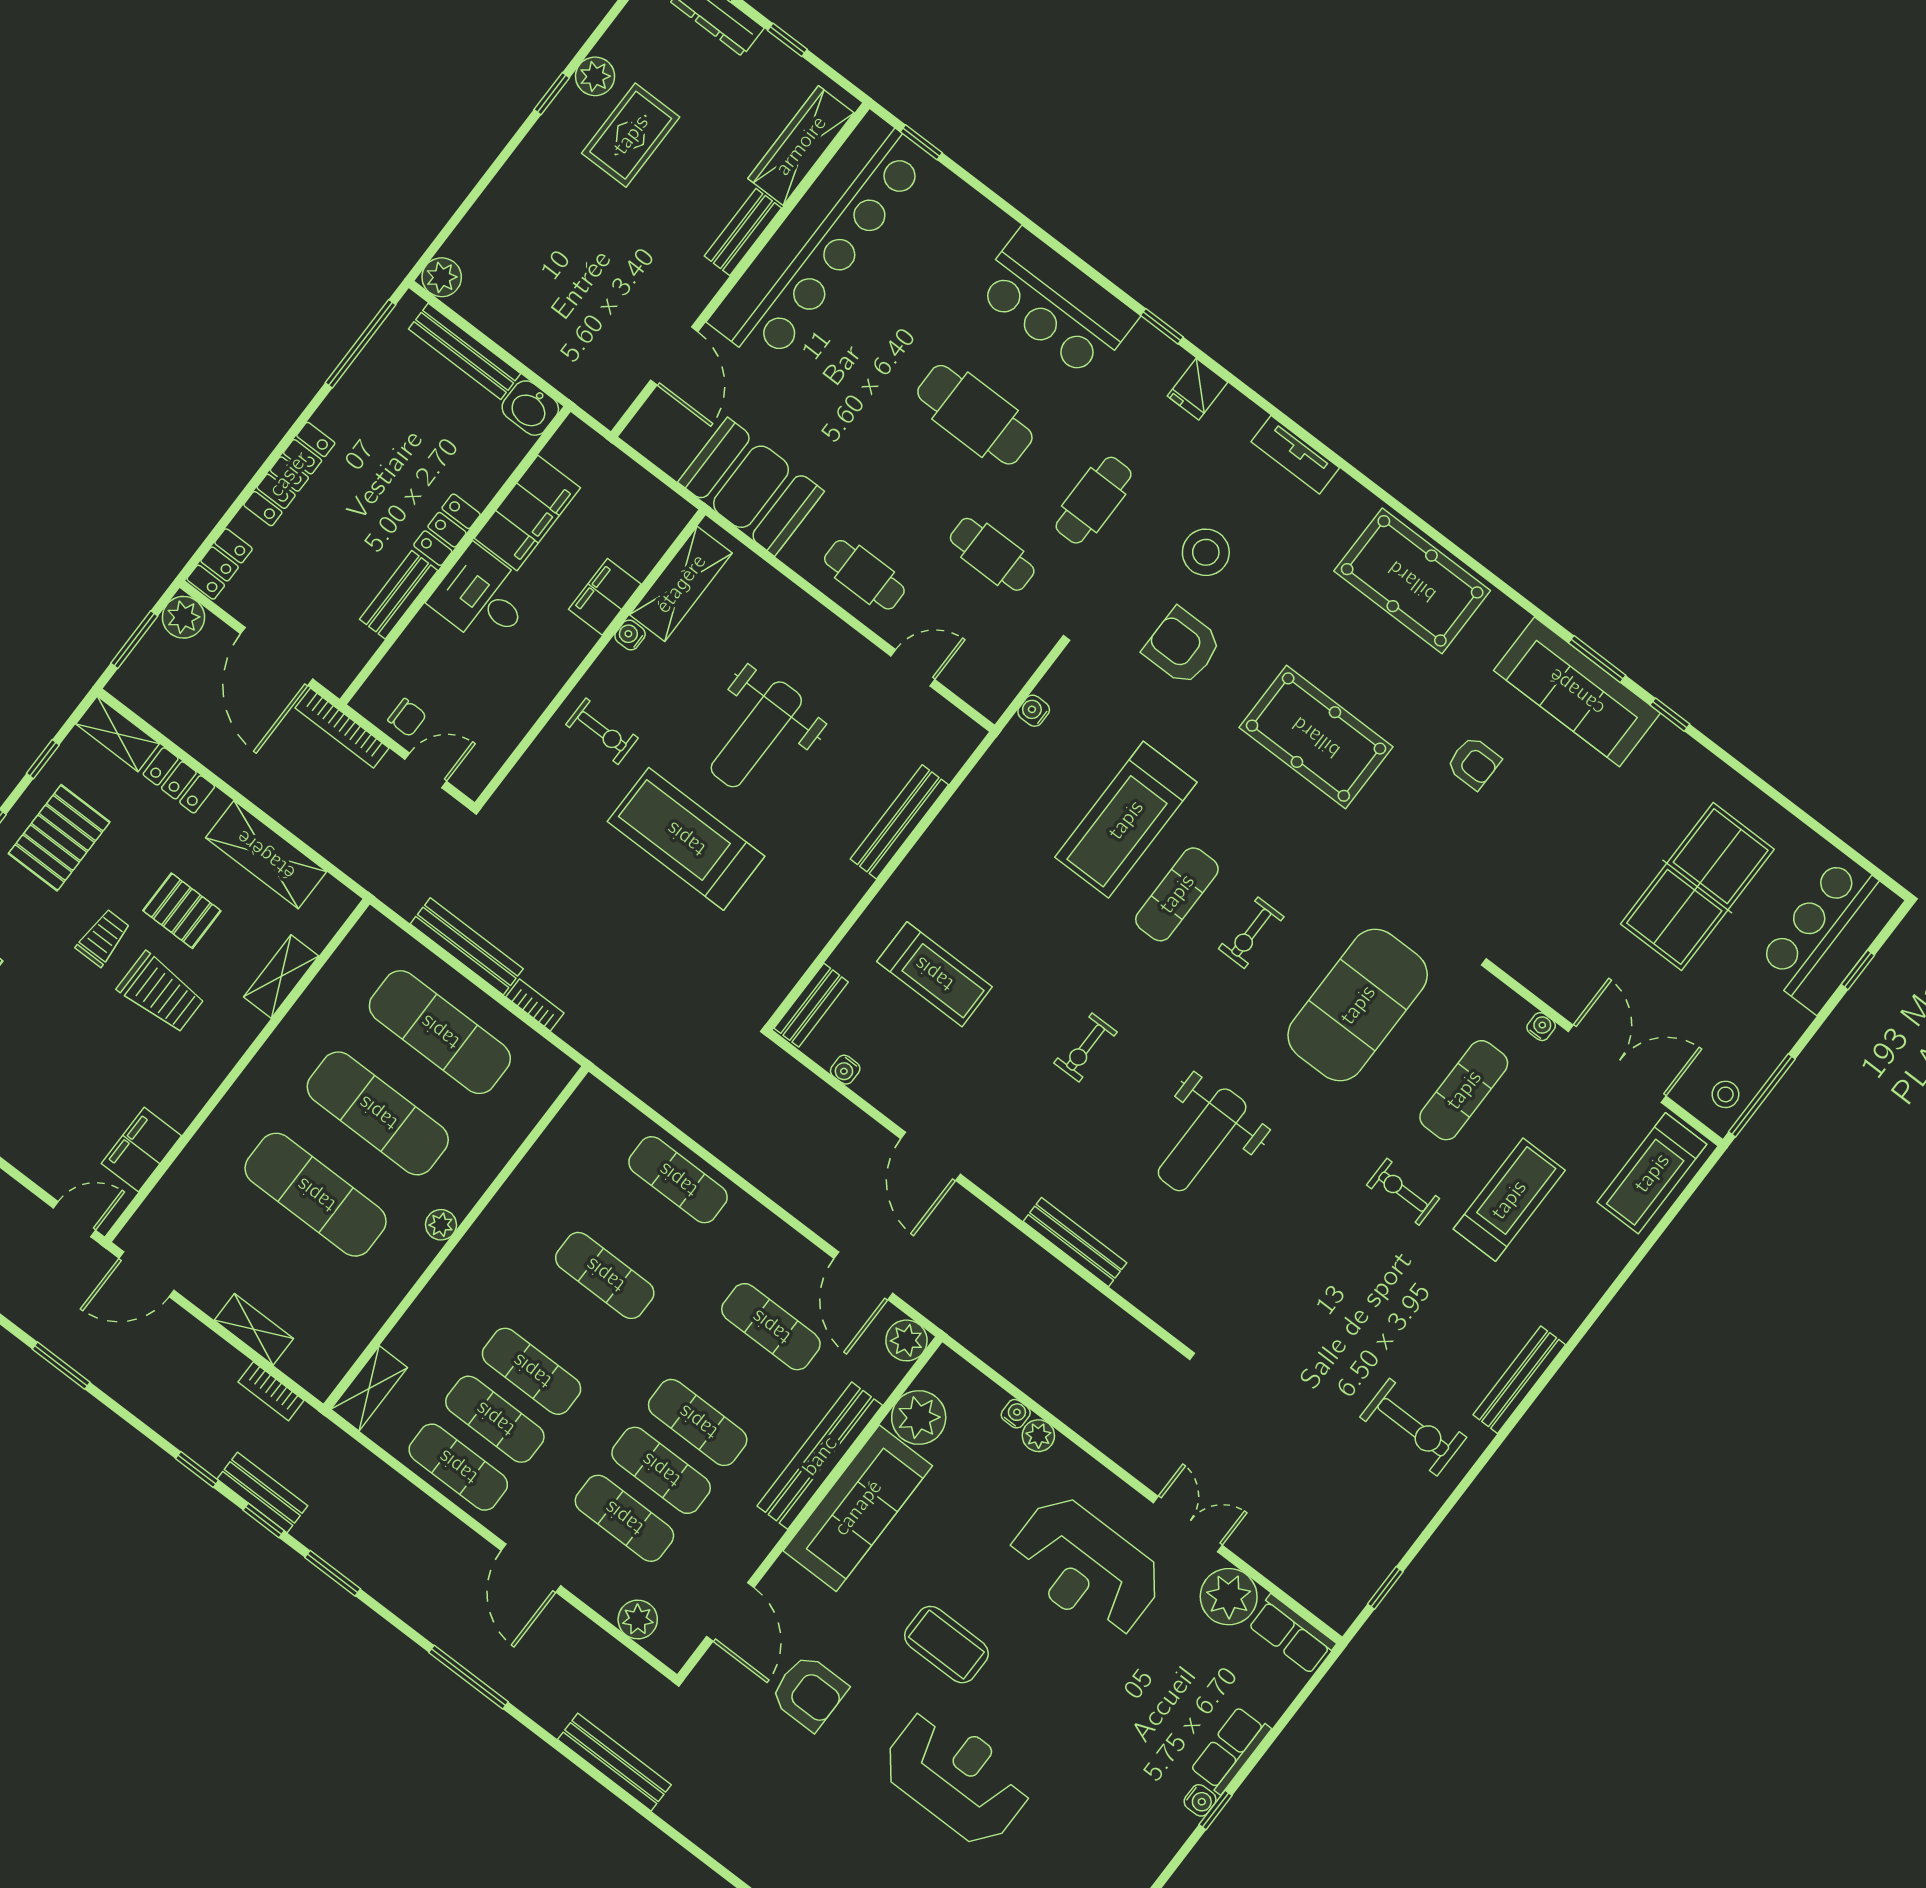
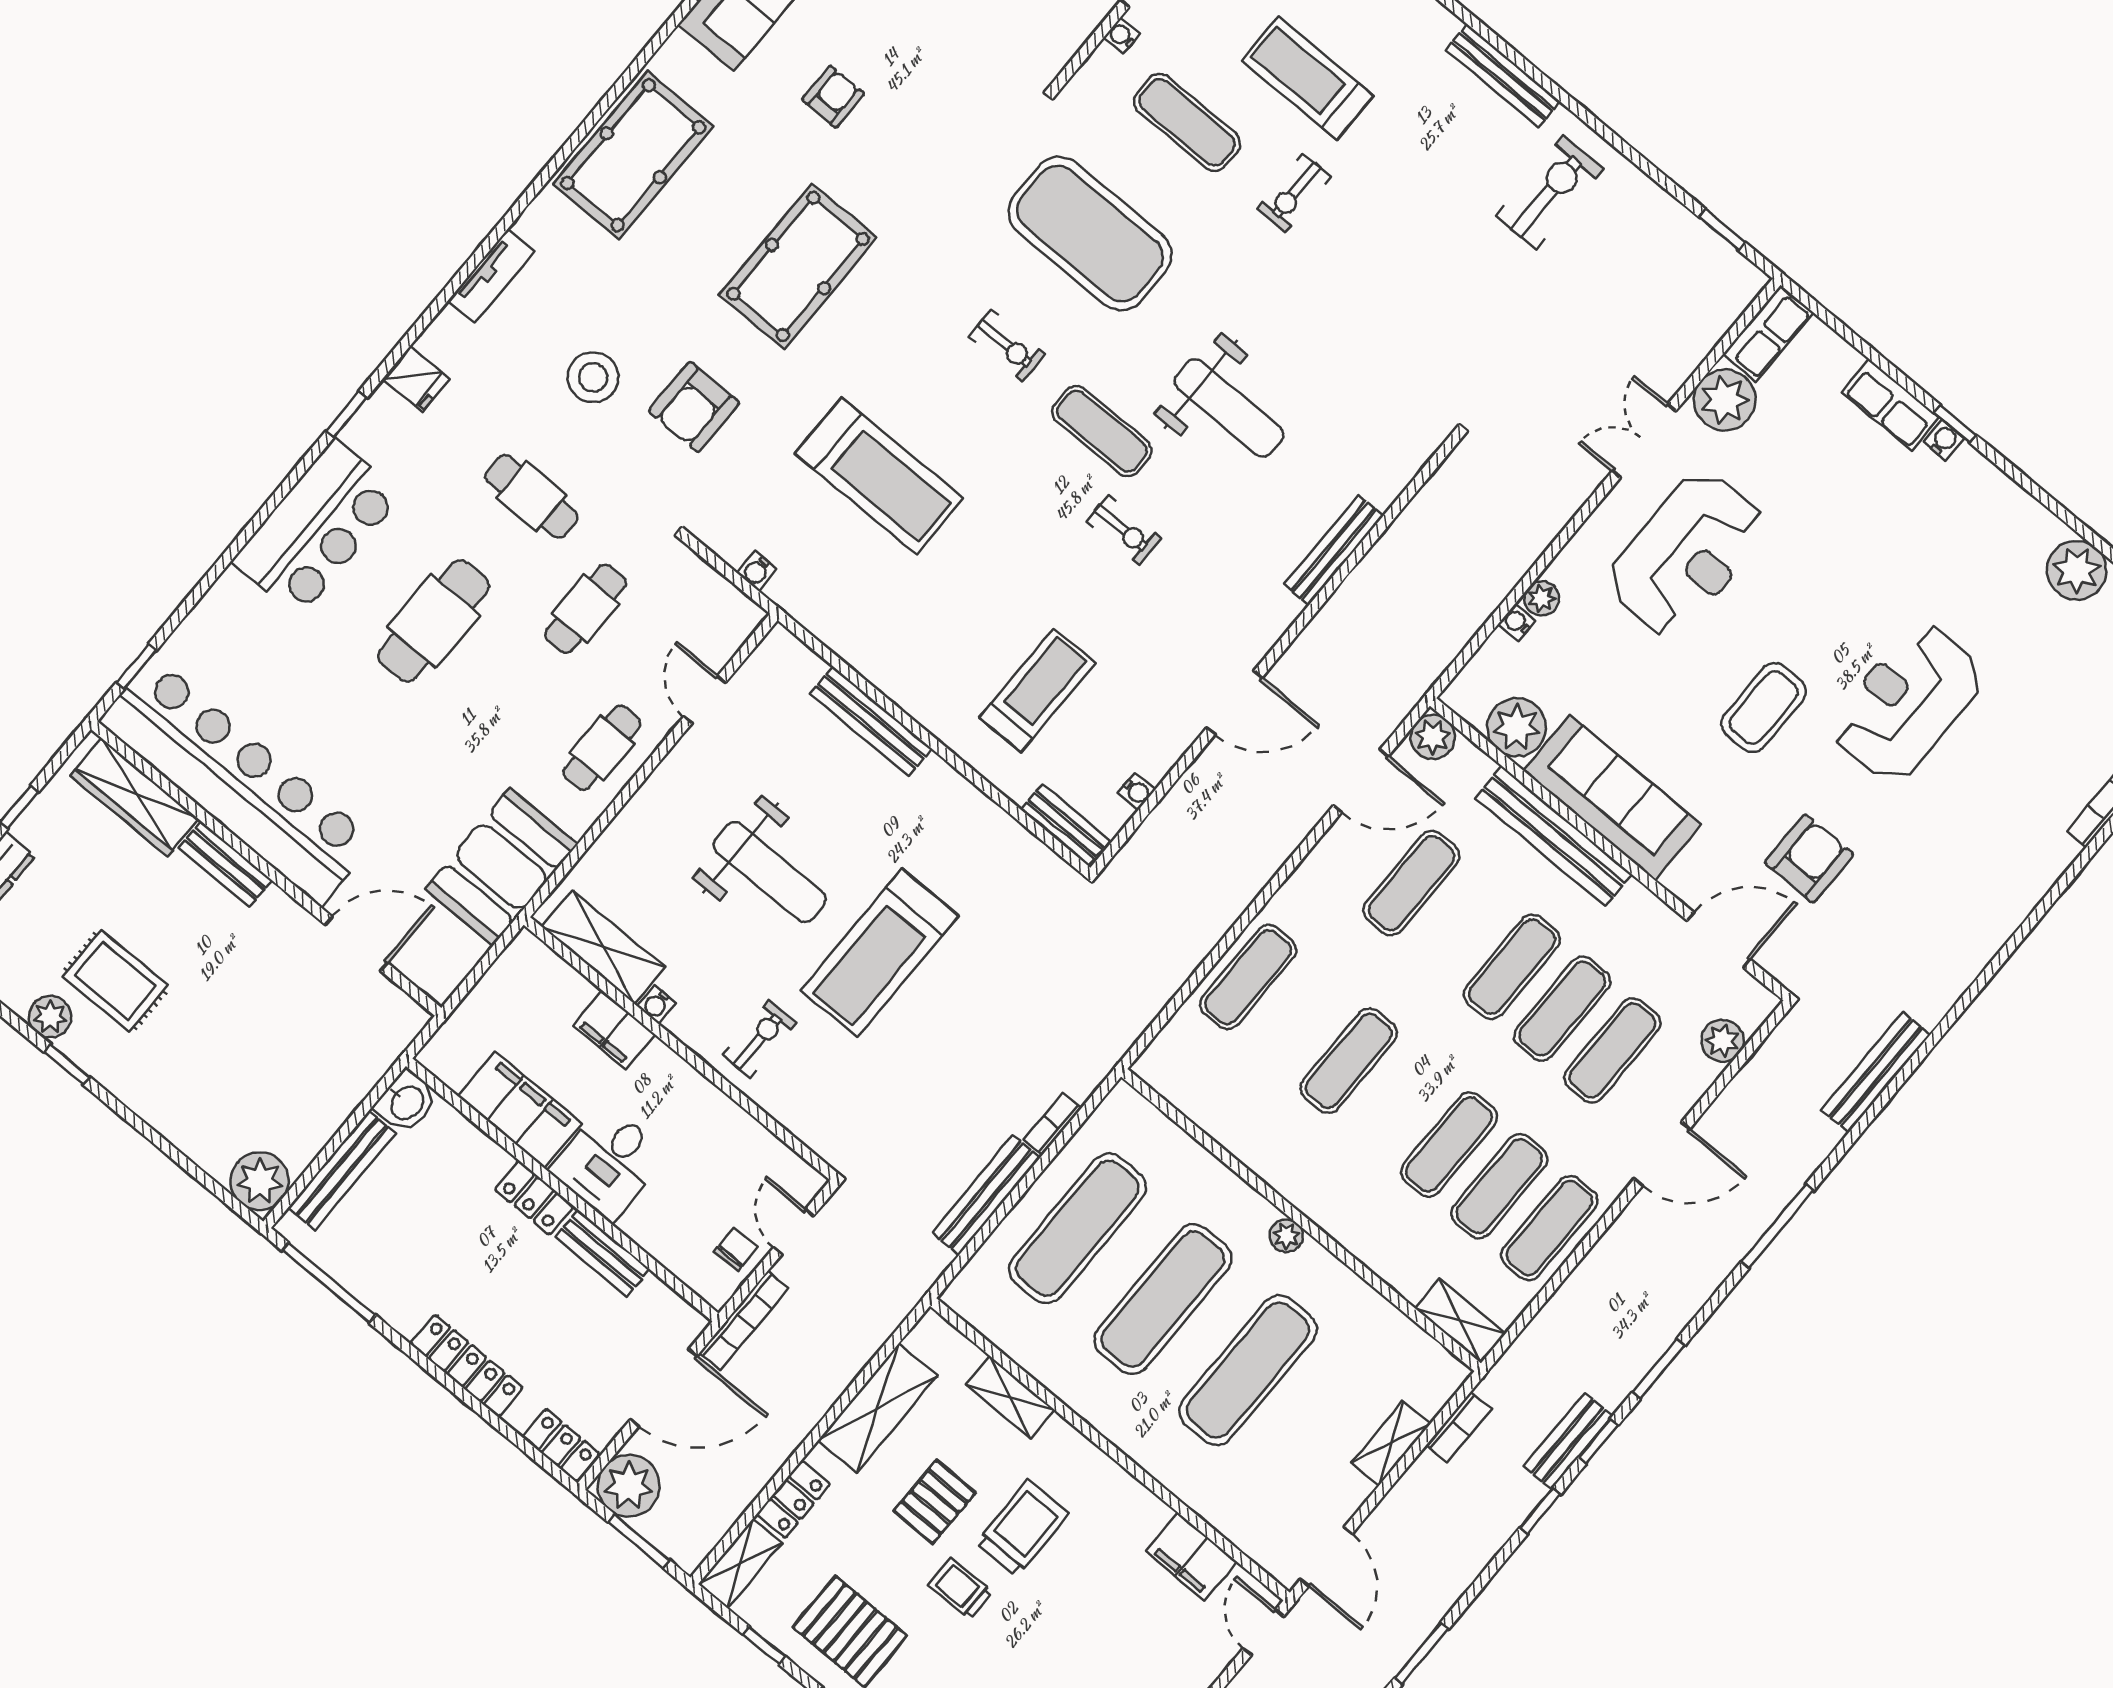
plant: (442, 277) -> (260, 1181), width x1.36, depth x1.36
plant: (183, 617) -> (629, 1486), width x1.36, depth x1.36
exercise mat: (1177, 894) -> (1102, 431), moved

